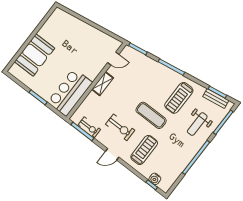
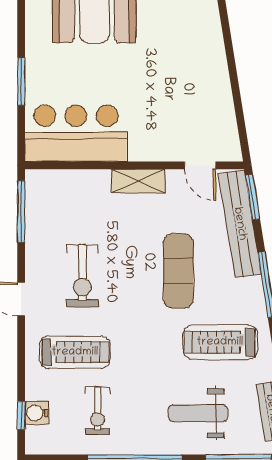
bench: (144, 60) -> (240, 224), added
exercise mat: (151, 115) -> (178, 271), moved
exercise bike: (89, 127) -> (98, 411), moved

